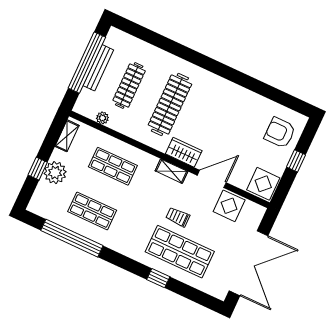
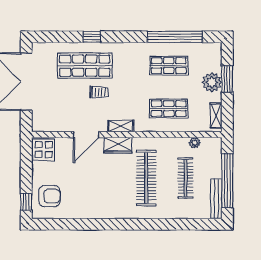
bench: (98, 68) -> (216, 198), moved
window: (296, 161) -> (26, 202), moved
window: (38, 169) -> (227, 79), width x1.50
display table: (229, 206) -> (63, 120), removed

